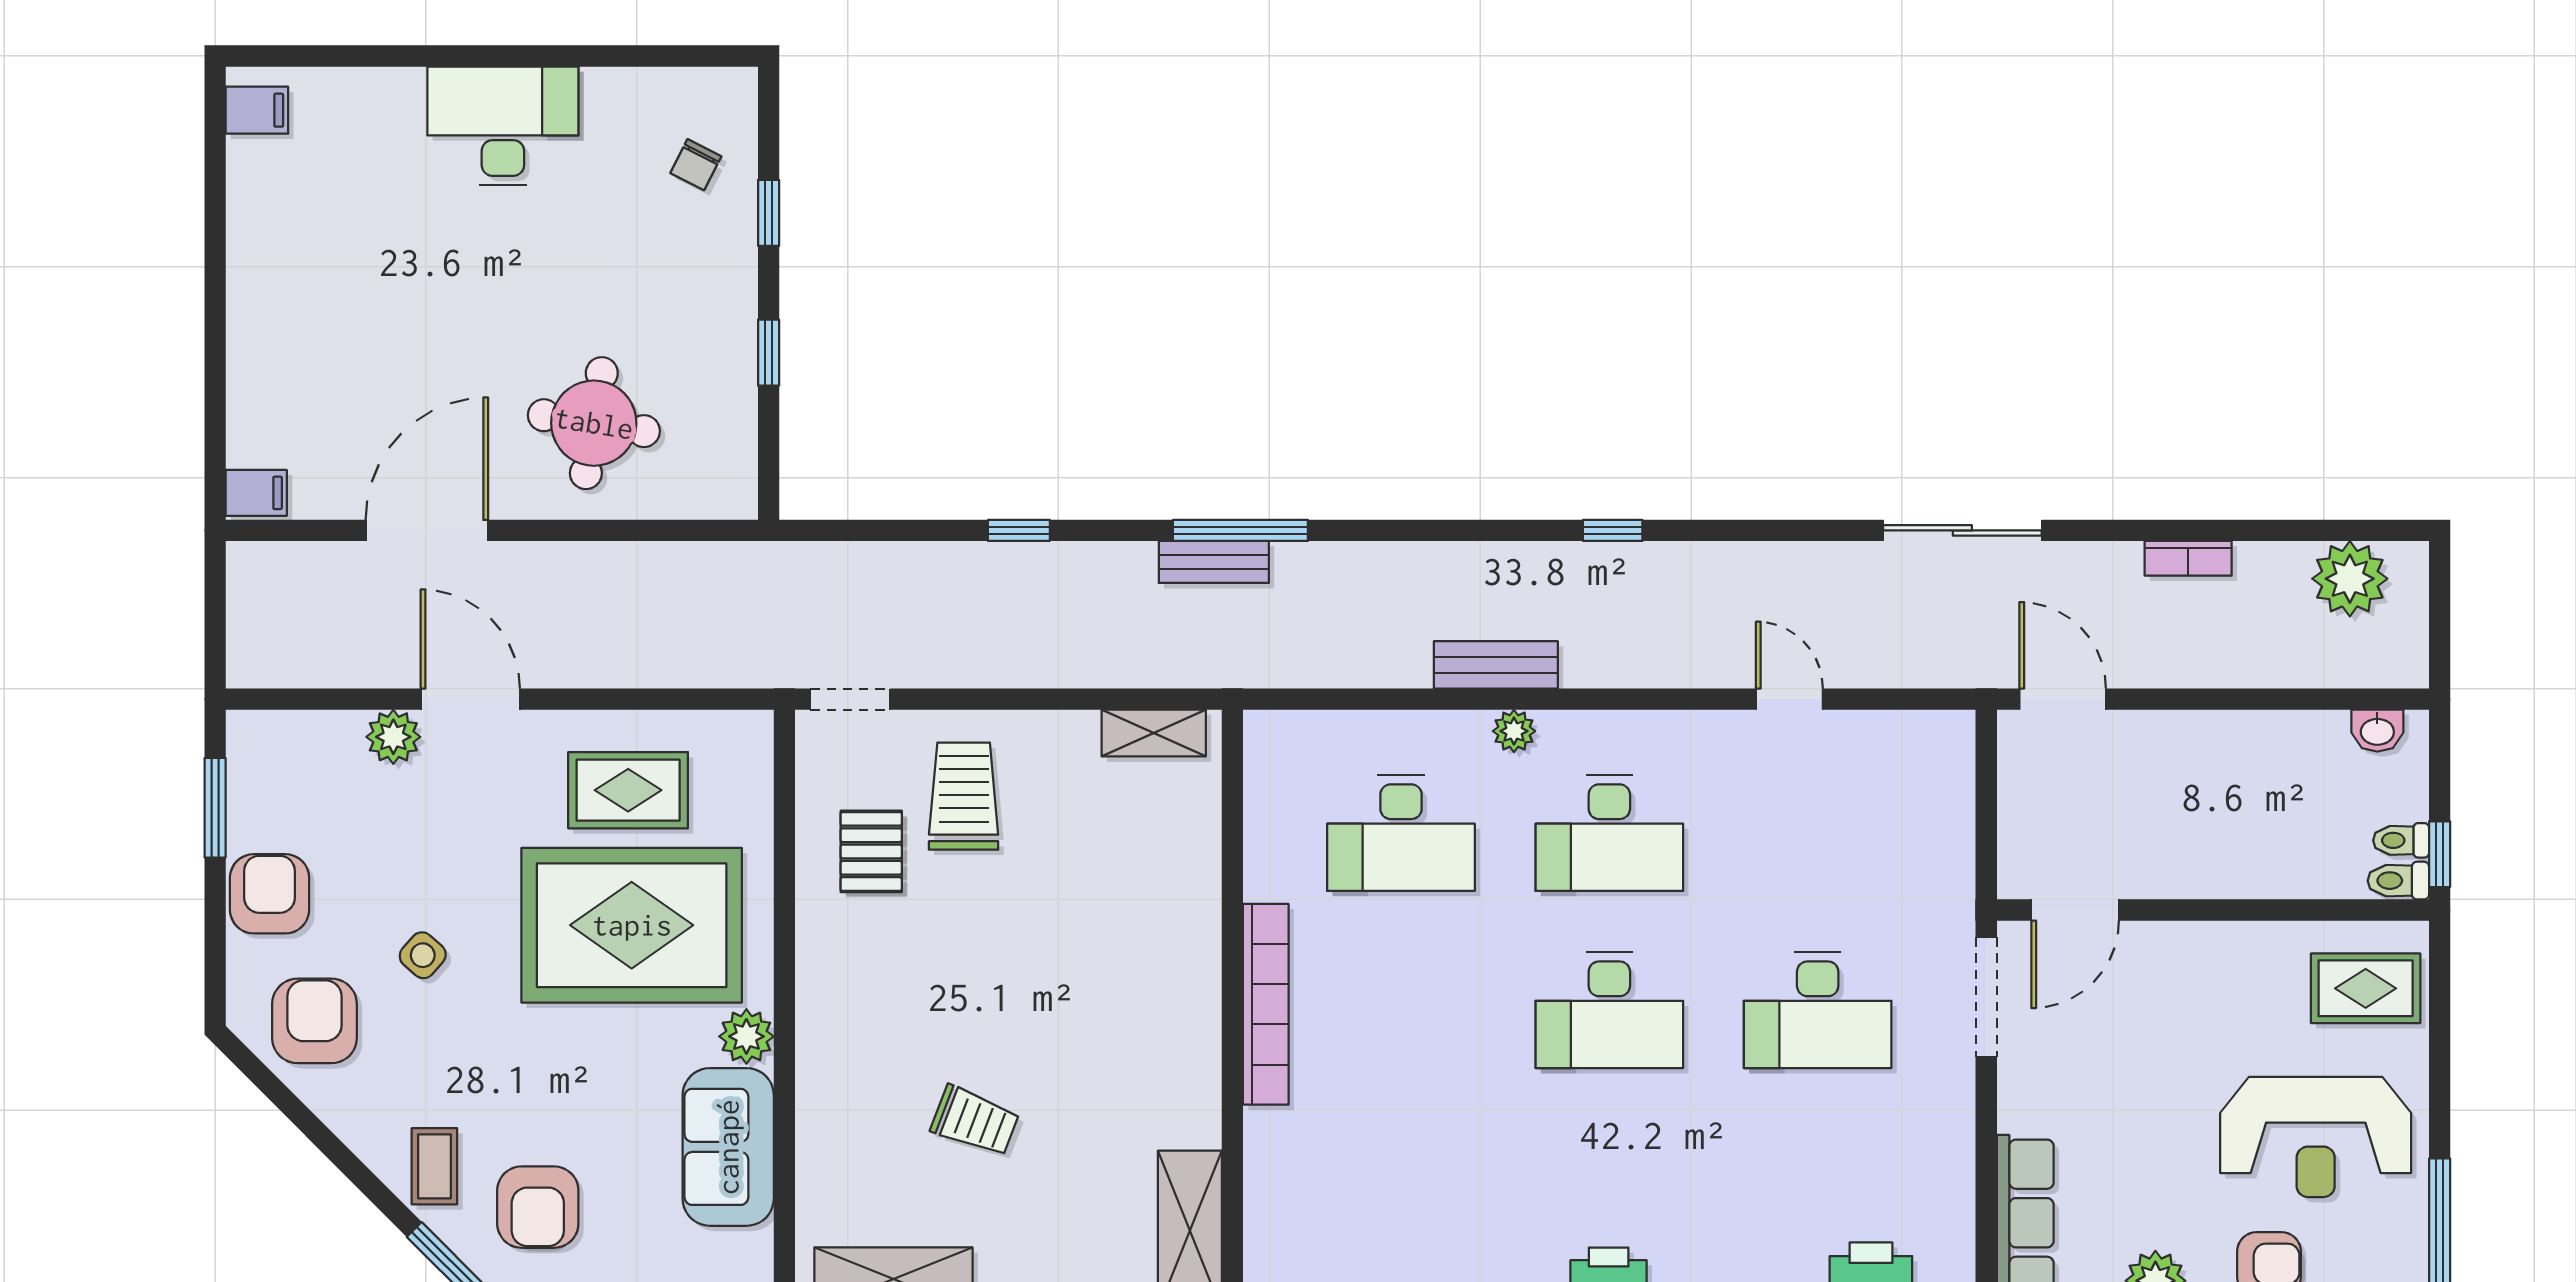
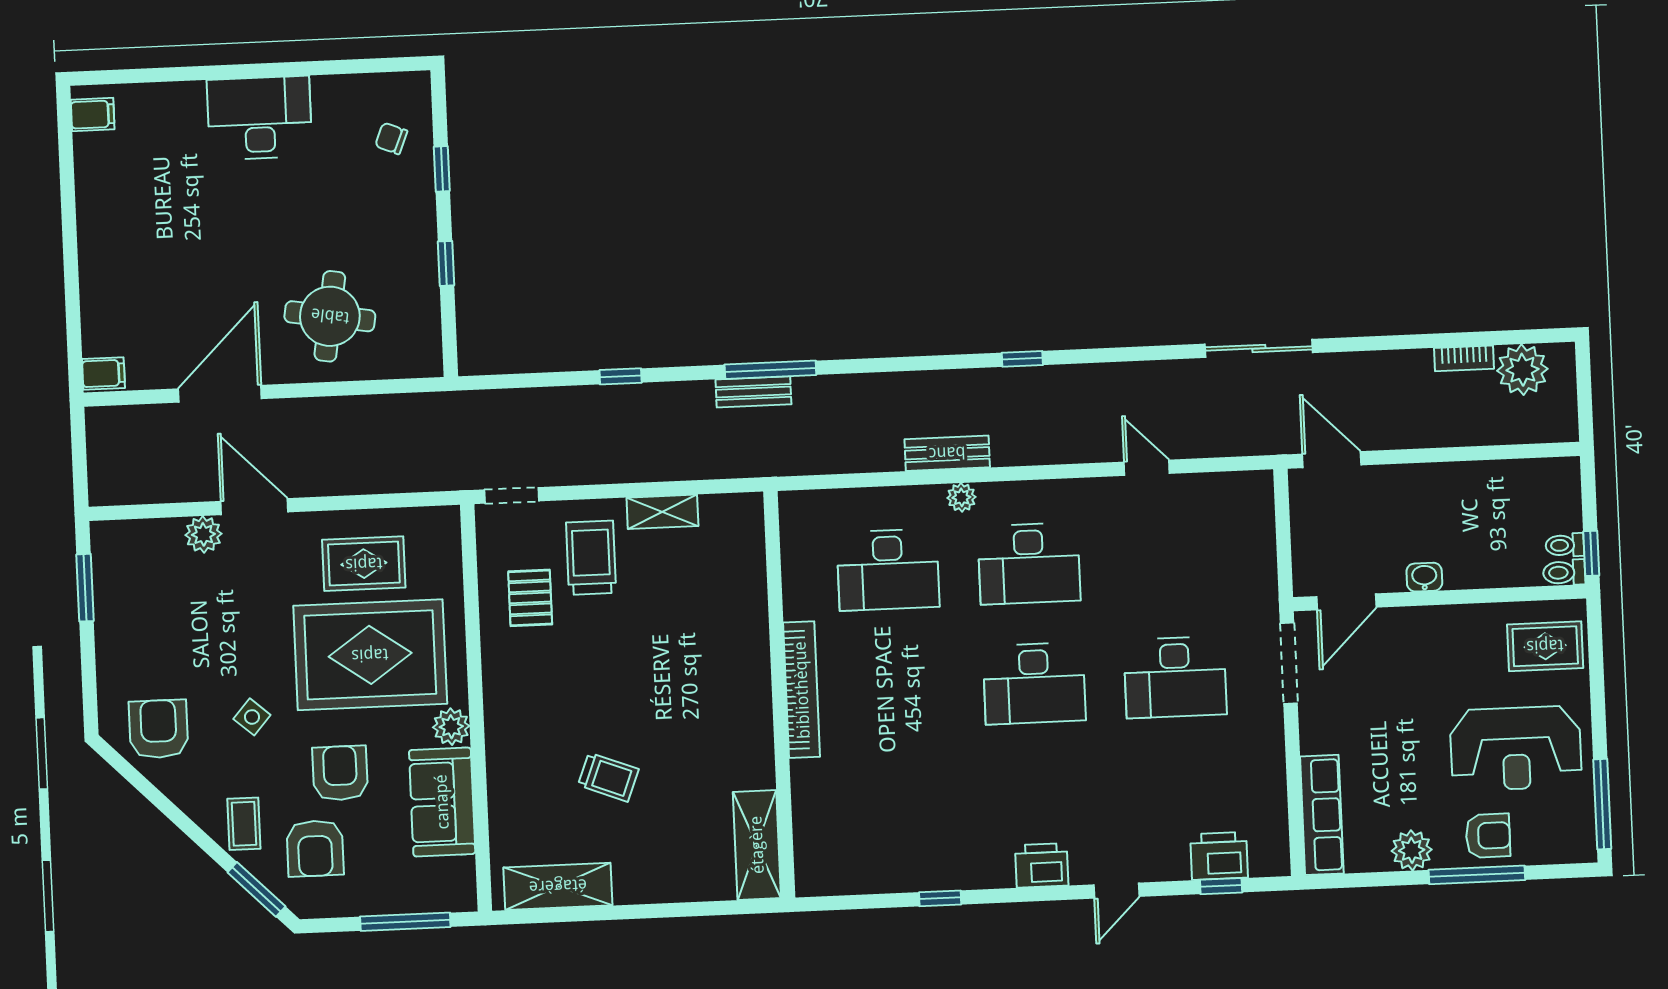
chair: (696, 165) -> (391, 138), turned 85
bookcase: (2188, 558) -> (1464, 358), moved
washbasin: (2377, 731) -> (1424, 577), moved, turned 180
shelving: (1154, 733) -> (662, 512), moved
armchair: (270, 894) -> (340, 773), moved
side table: (423, 955) -> (252, 717), moved

